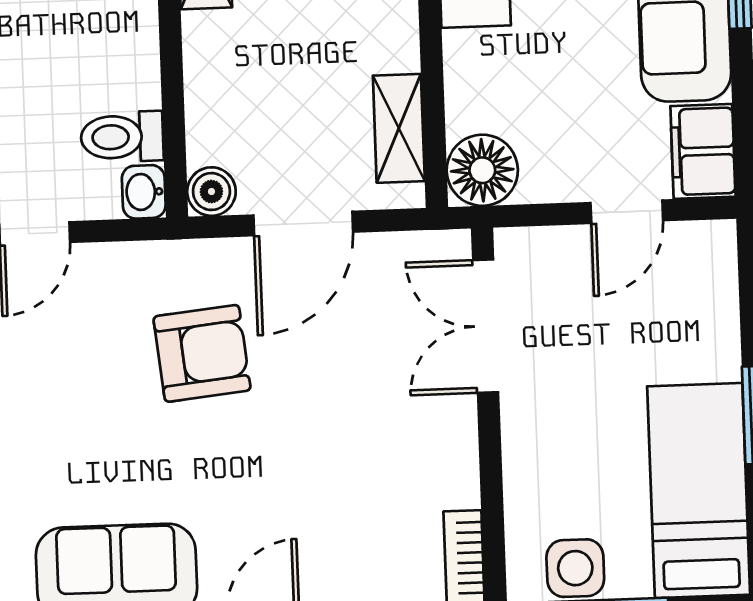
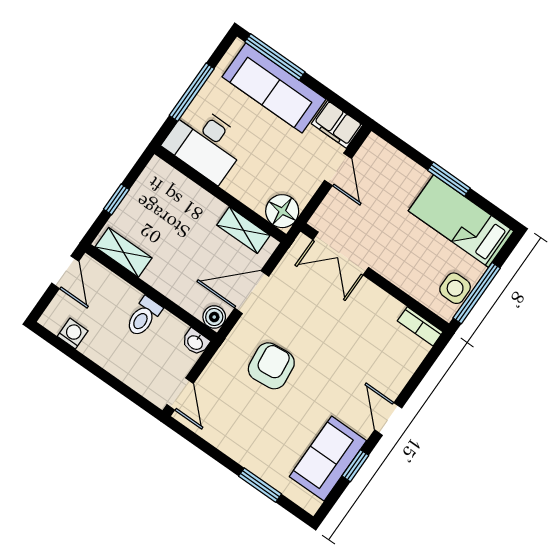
toilet: (122, 137) -> (143, 317), moved
door: (303, 224) -> (252, 292), swing flipped

